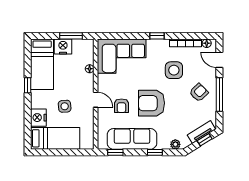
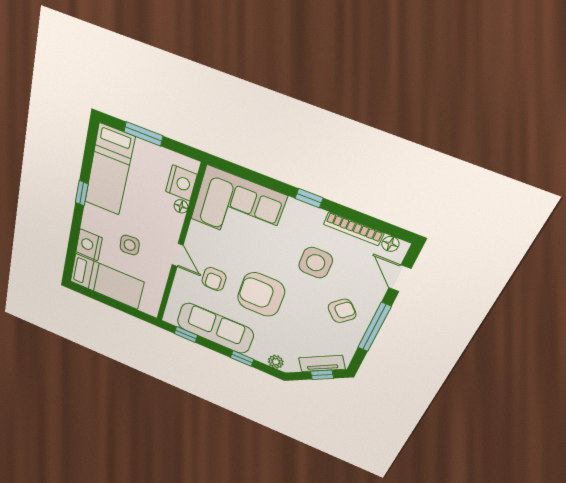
window: (71, 36) -> (143, 134), moved
nightstand: (63, 47) -> (181, 183), moved, turned 90

